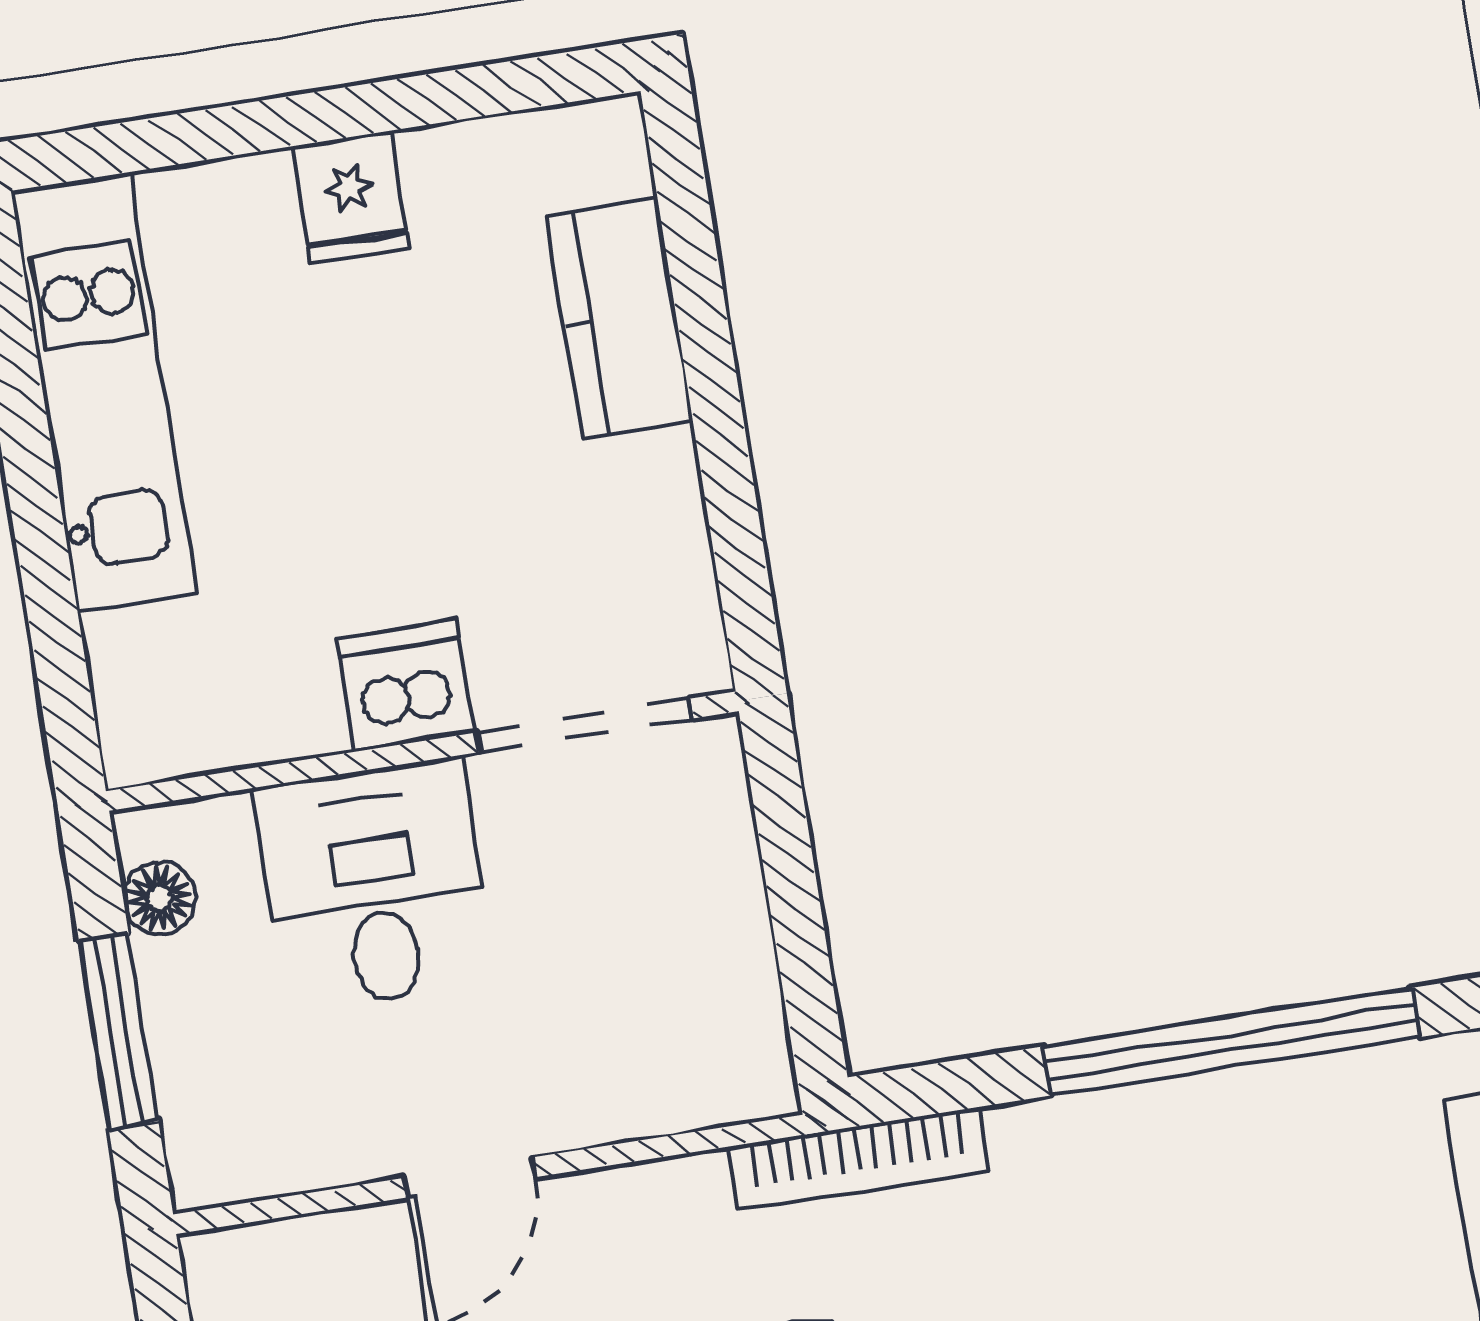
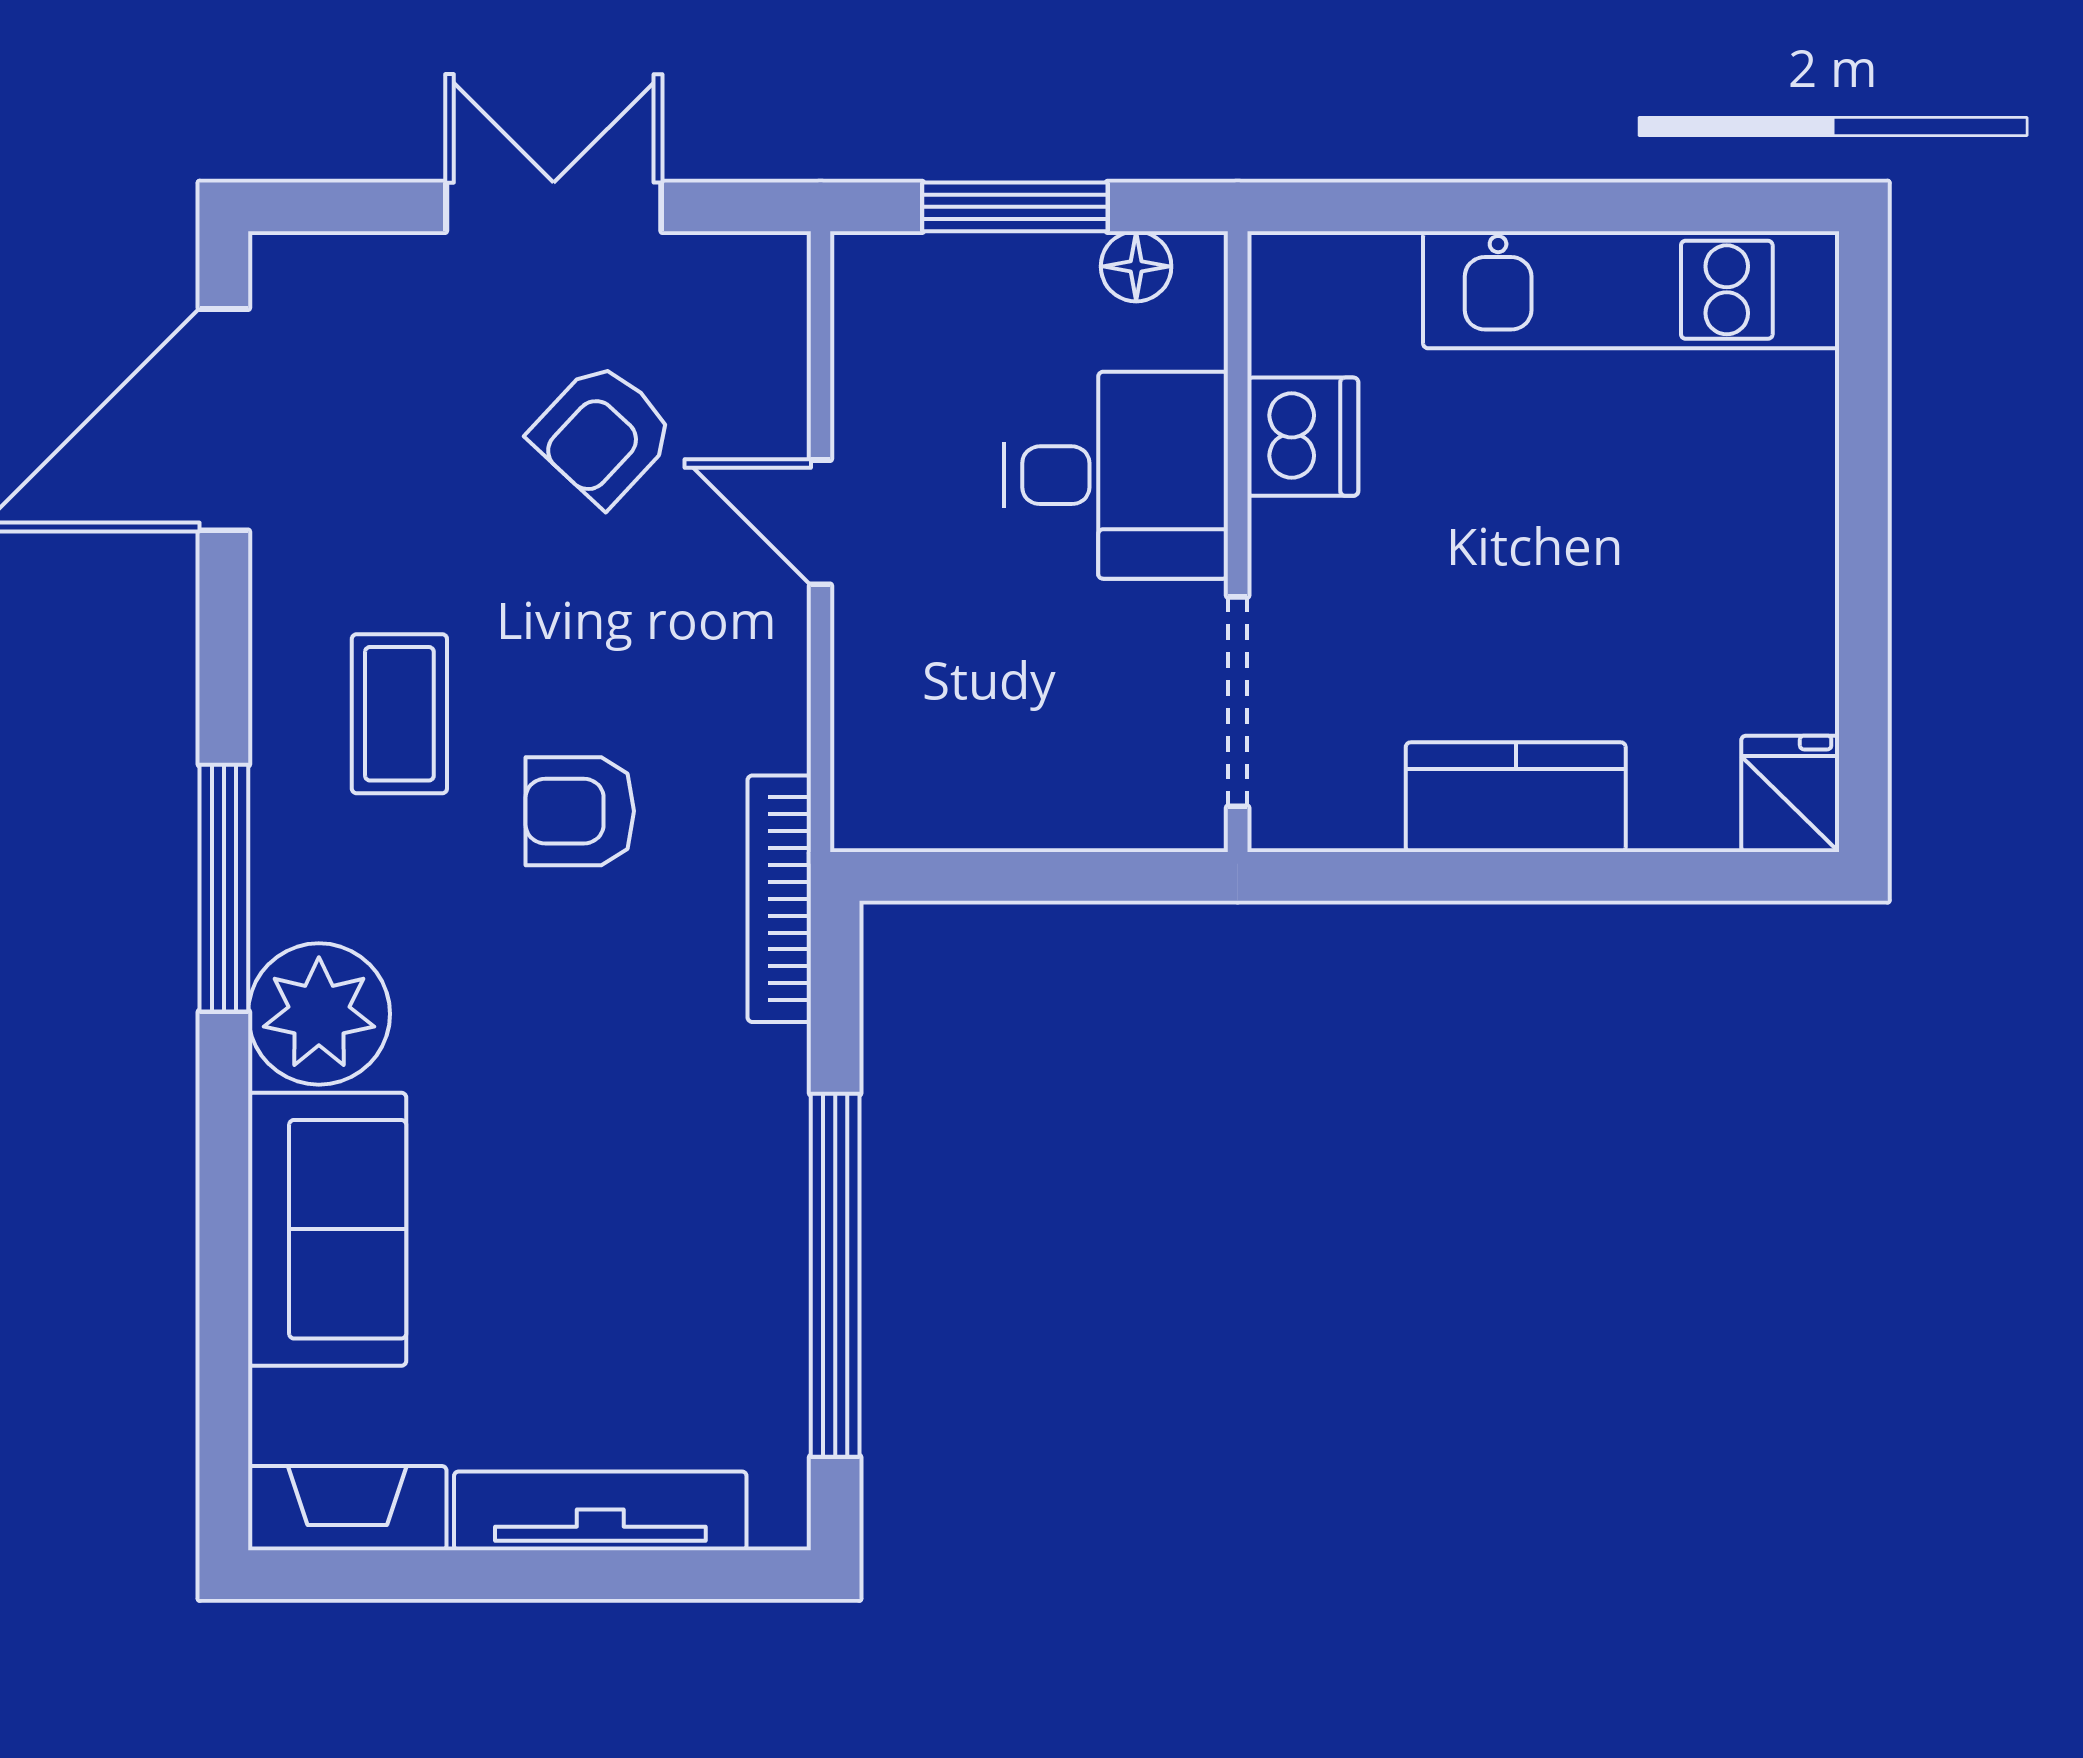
fridge: (351, 197) -> (1790, 794), moved, turned 90
kitchen counter: (620, 318) -> (1516, 797), moved
dishwasher: (405, 686) -> (1303, 437), moved

